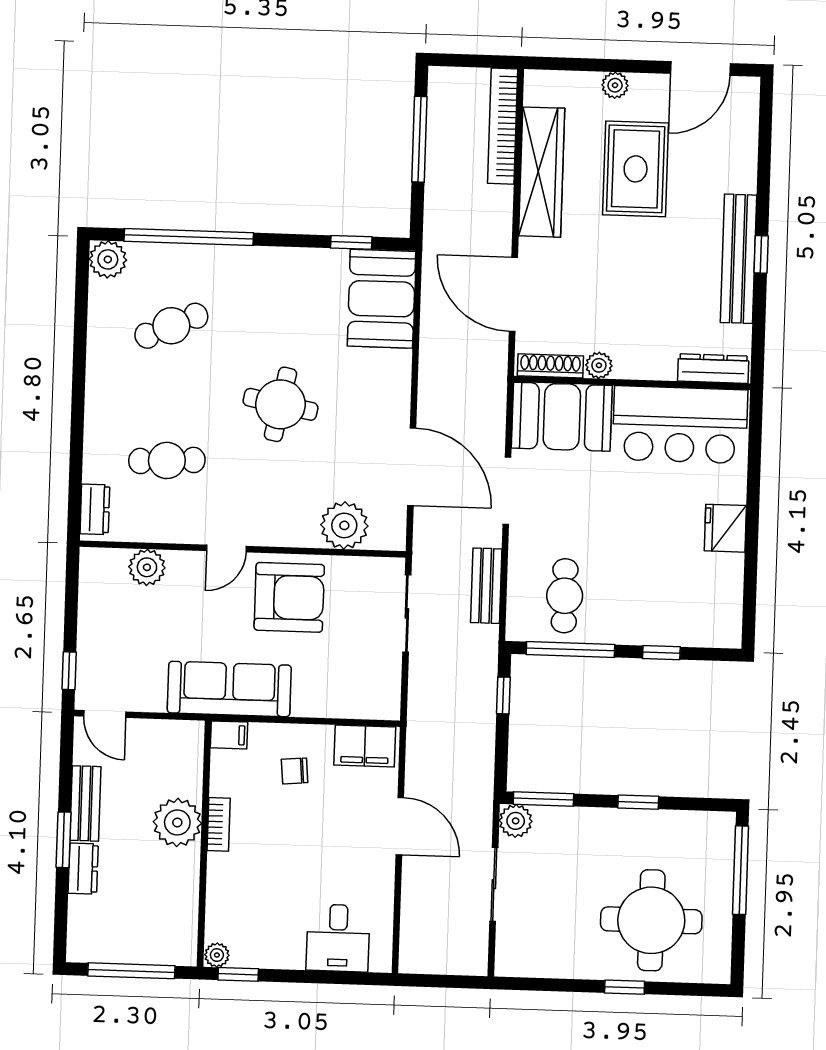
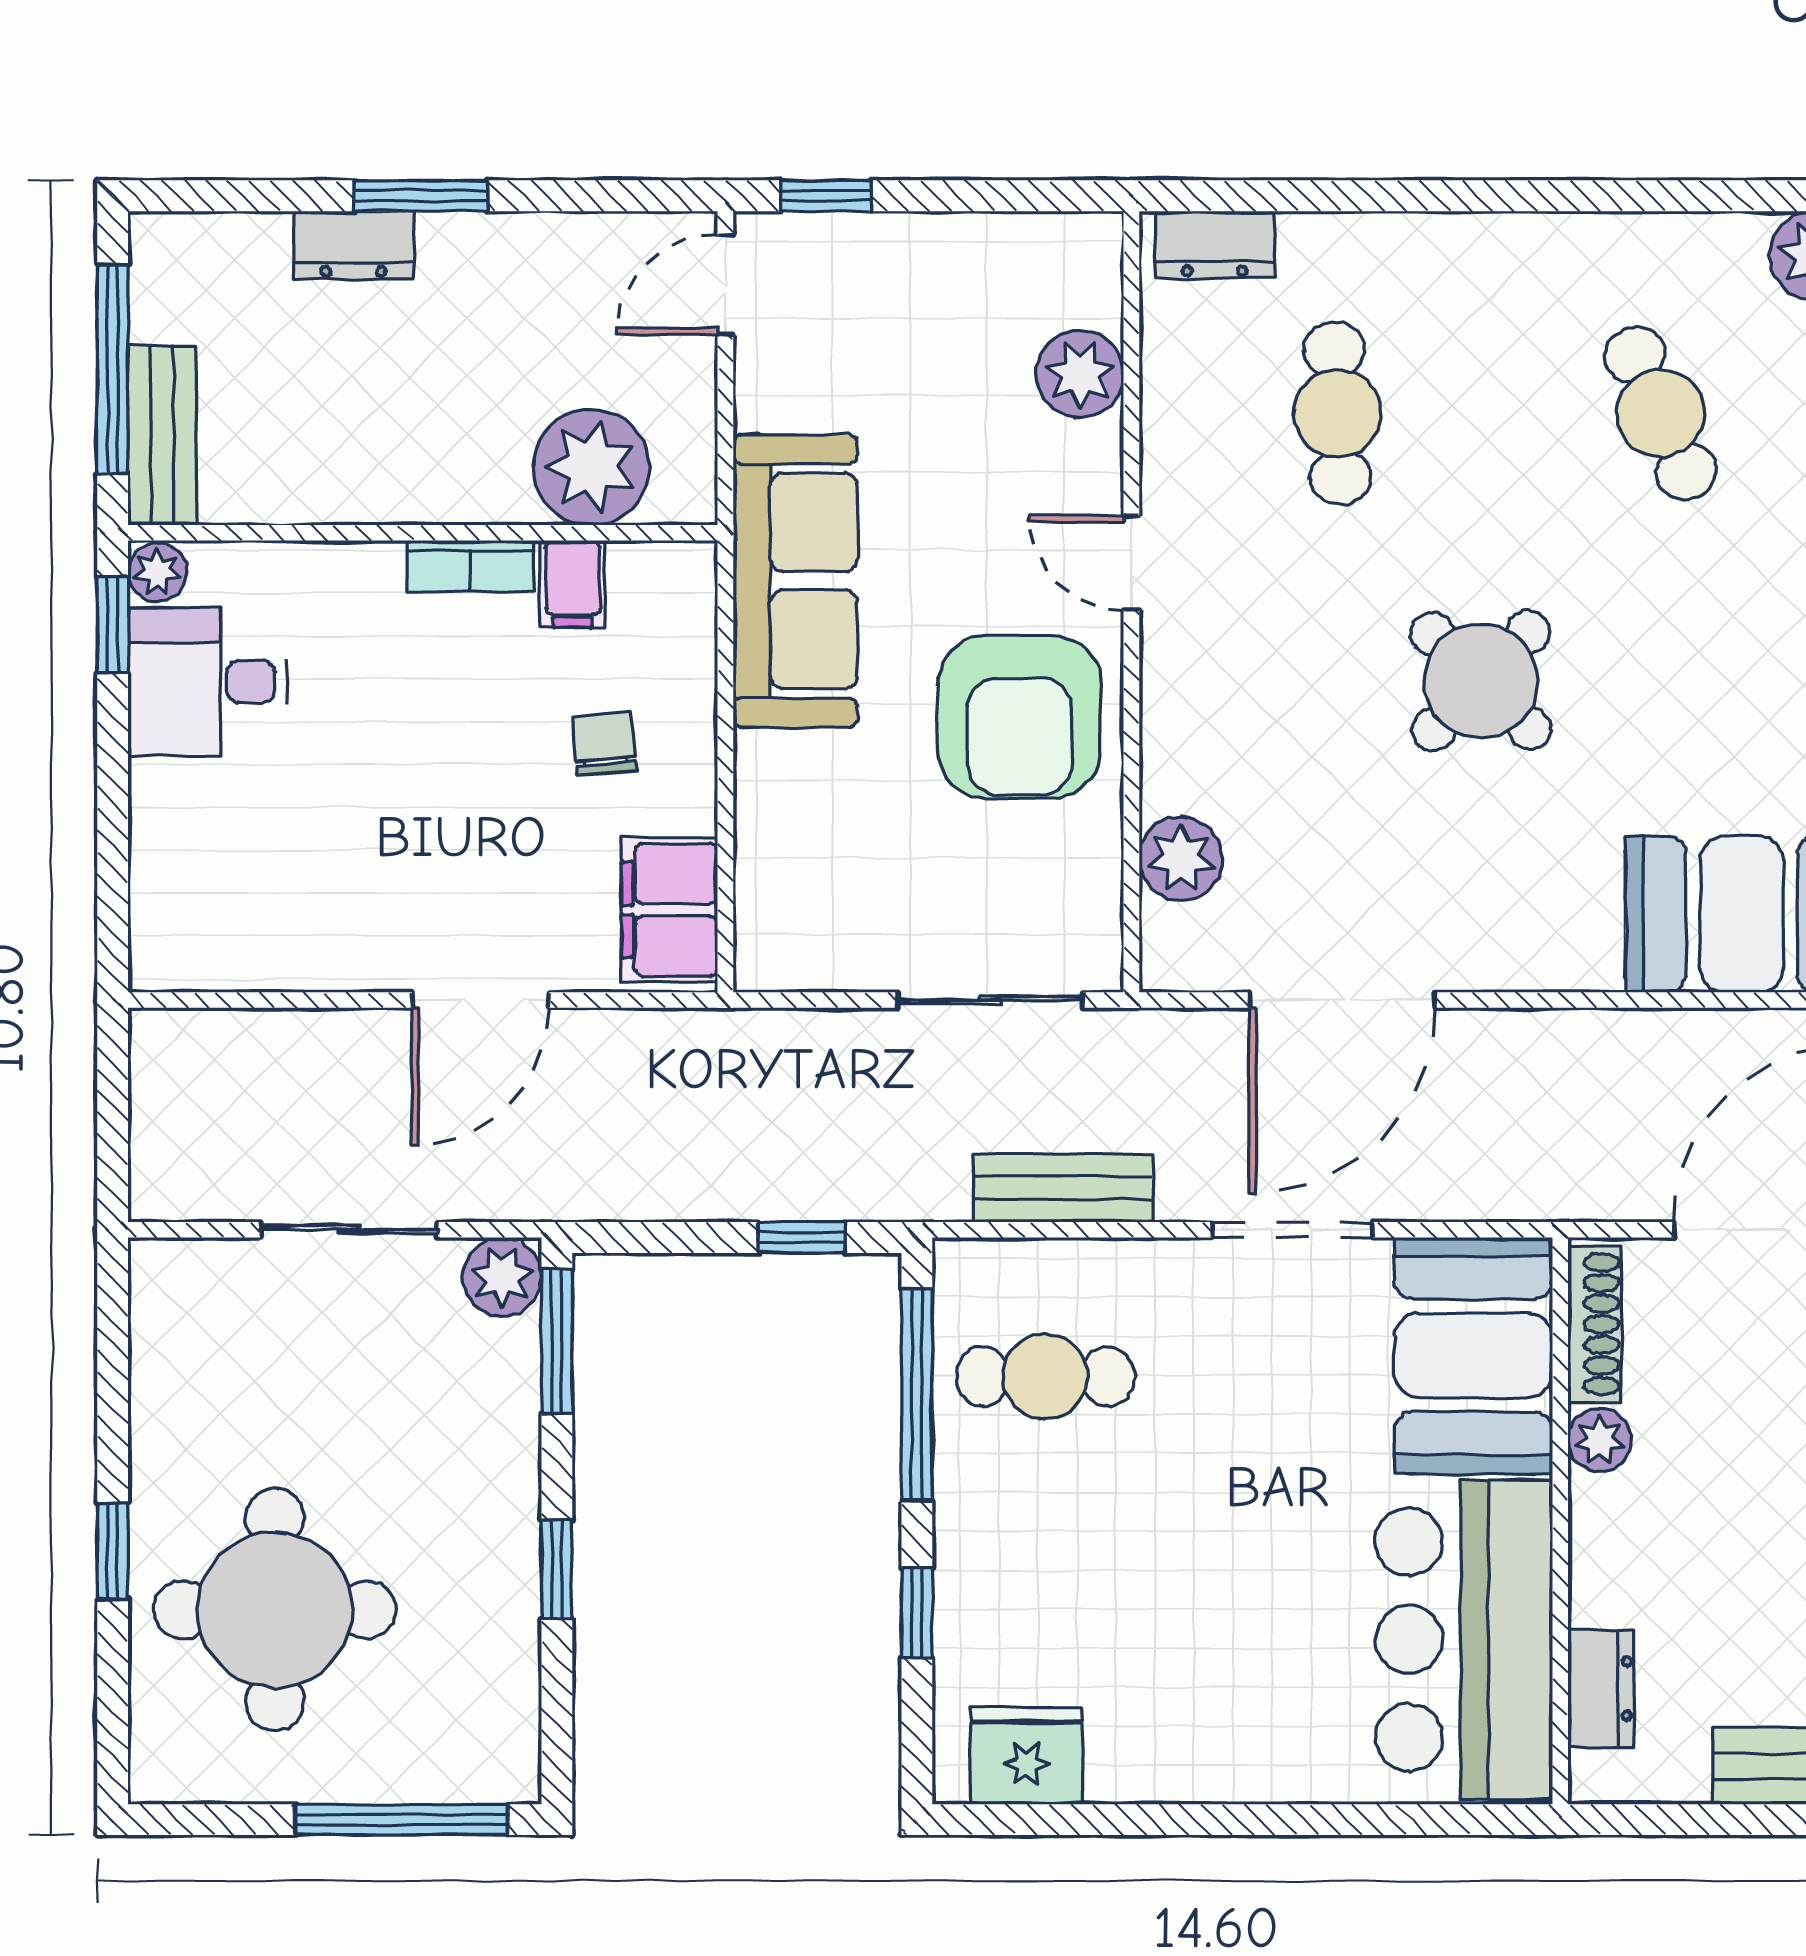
dresser: (713, 369) -> (1601, 1689), width x0.70
round table: (281, 404) -> (1481, 681), turned 33
plant: (344, 525) -> (1181, 859), width x0.73, depth x0.73
fridge: (725, 528) -> (1027, 1756), moved
filing cabinet: (229, 735) -> (573, 584), moved
bench: (85, 803) -> (162, 435), moved, turned 90
plant: (177, 822) -> (591, 467), moved
desk: (338, 938) -> (208, 682), moved

